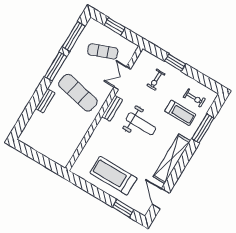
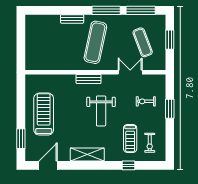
bench: (112, 108) -> (89, 79), moved
window: (203, 128) -> (129, 165), width x0.46
shelving: (172, 159) -> (87, 155), width x0.68

